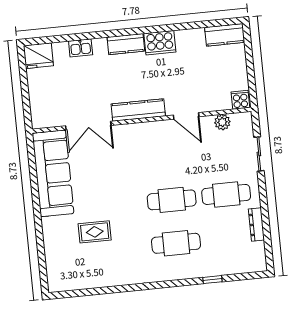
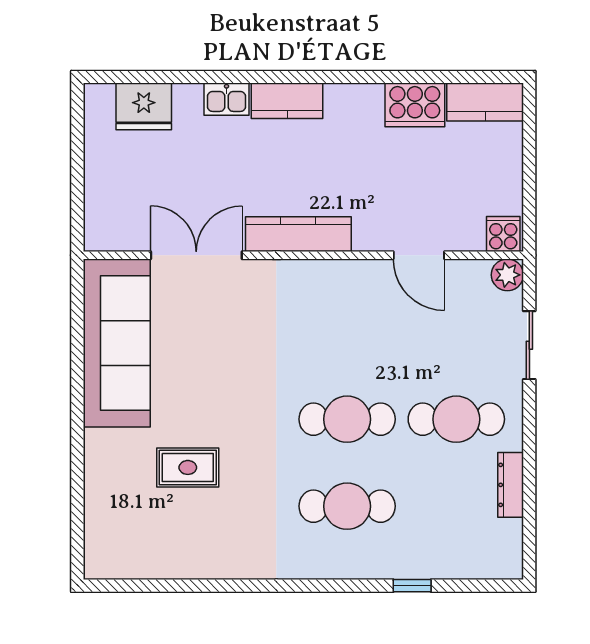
cooker: (160, 43) -> (415, 105), moved
kitchen sink: (81, 48) -> (227, 99), moved
fridge: (38, 56) -> (144, 106), moved
door: (186, 116) -> (419, 255), moved
plant: (222, 122) -> (507, 275), moved
double door: (88, 126) -> (196, 255), swing flipped

